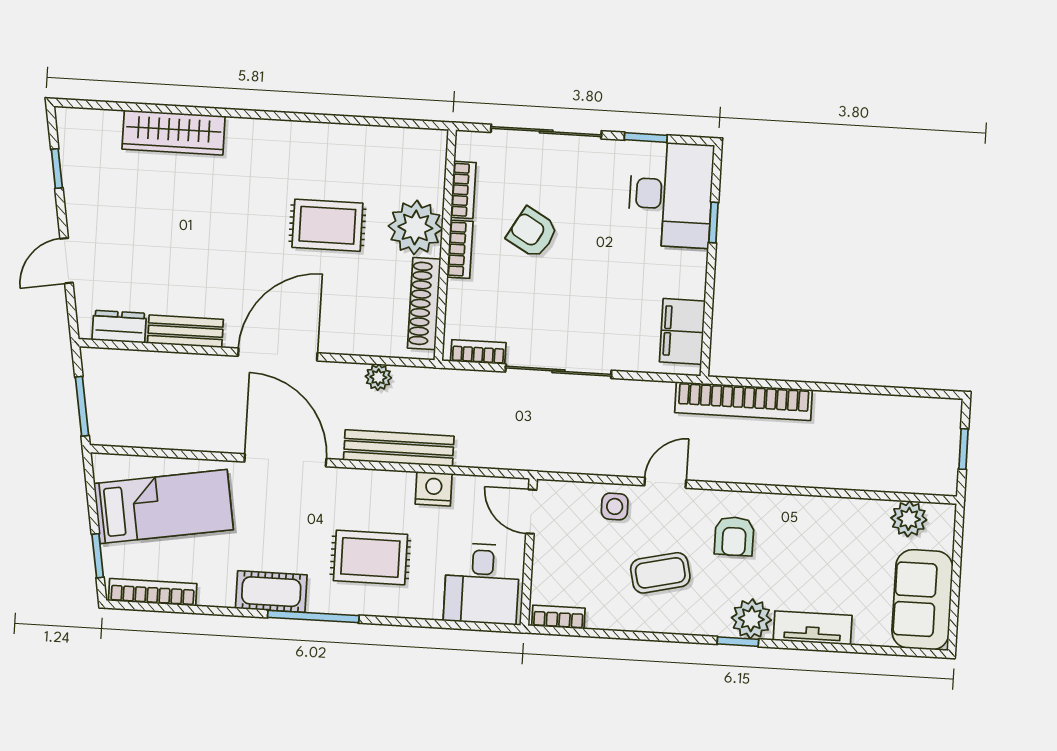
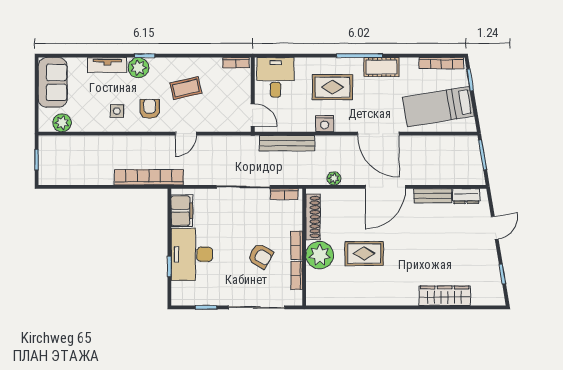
desk: (671, 194) -> (192, 254), moved
bench: (399, 448) -> (287, 143), moved
nightstand: (434, 489) -> (325, 124), moved
side table: (615, 506) -> (117, 111), moved

